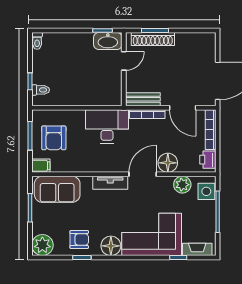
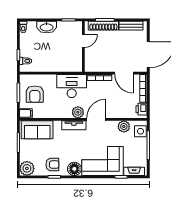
washbasin: (108, 41) -> (47, 27), moved
bench: (143, 99) -> (131, 26), moved
floor lamp: (168, 163) -> (114, 111), removed
plant: (116, 164) -> (78, 112), added

